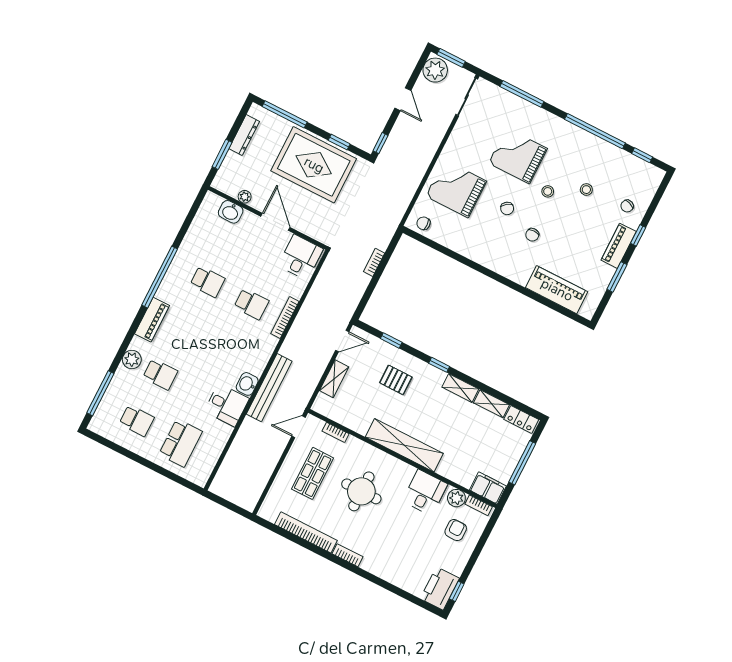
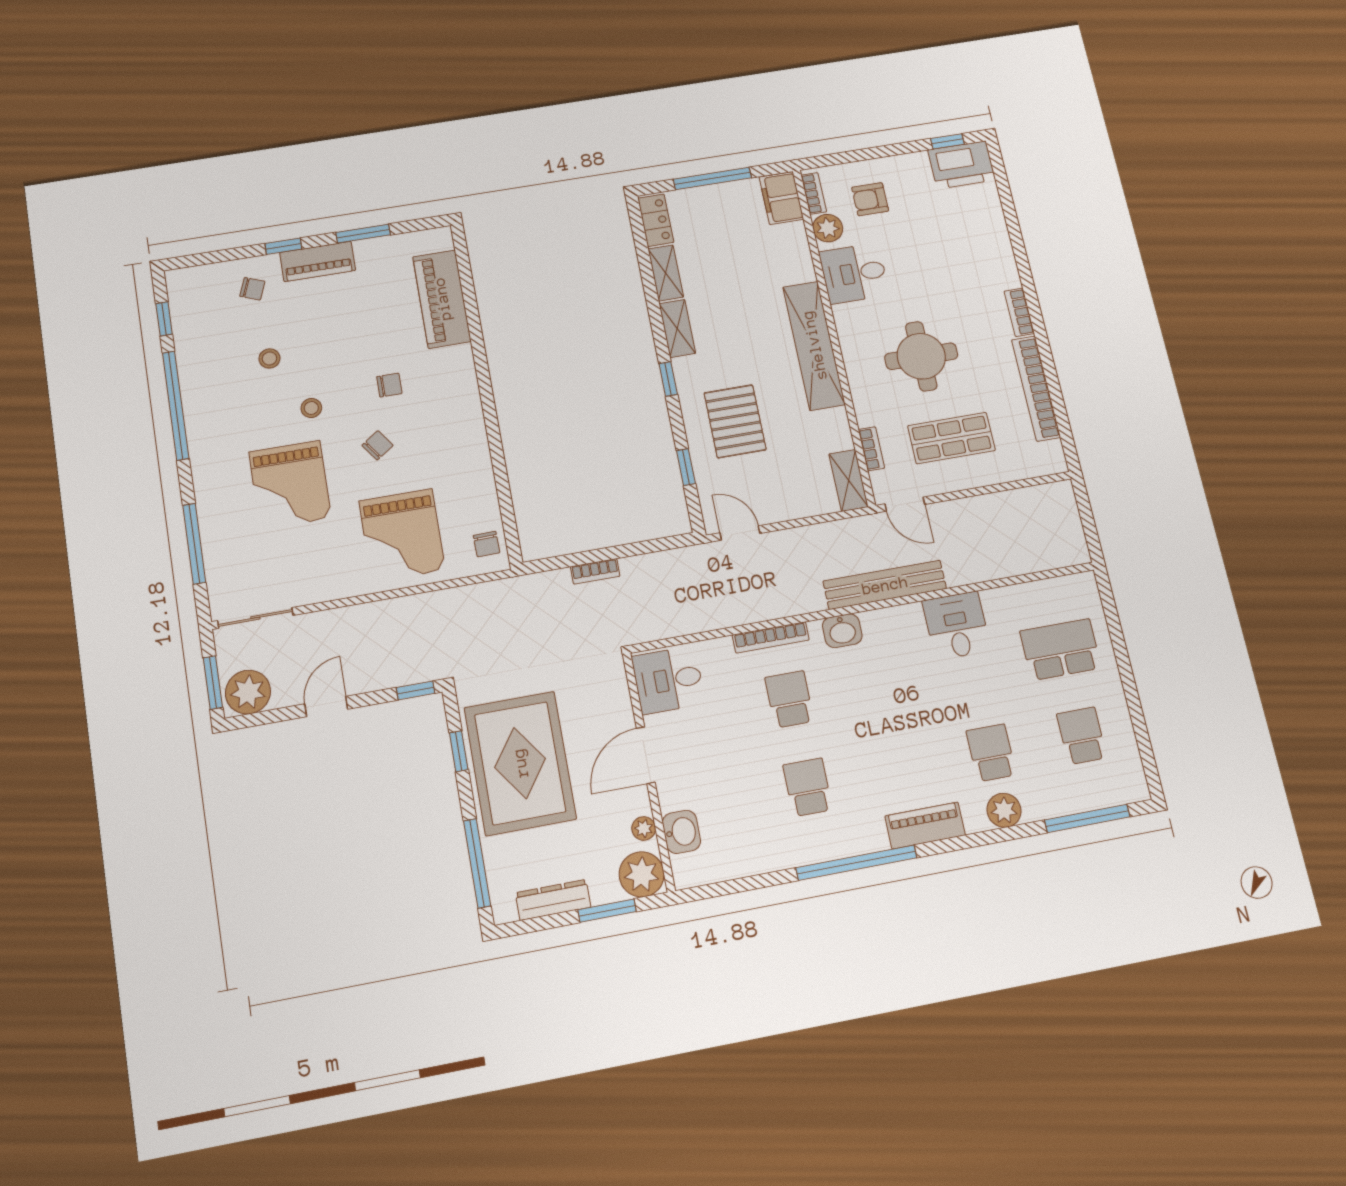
plant: (226, 181) -> (642, 874), added
shelving: (334, 379) -> (849, 480), moved, turned 90
pallet: (396, 380) -> (735, 421), width x1.50, depth x1.42
washbasin: (247, 384) -> (842, 631), moved

